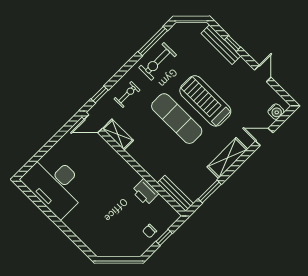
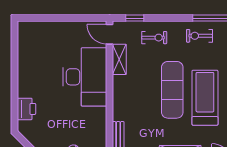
exercise bike: (158, 61) -> (199, 36), width x0.73, depth x0.72
desk: (55, 185) -> (85, 77), moved, turned 180
printer: (145, 192) -> (27, 109), moved, turned 180

